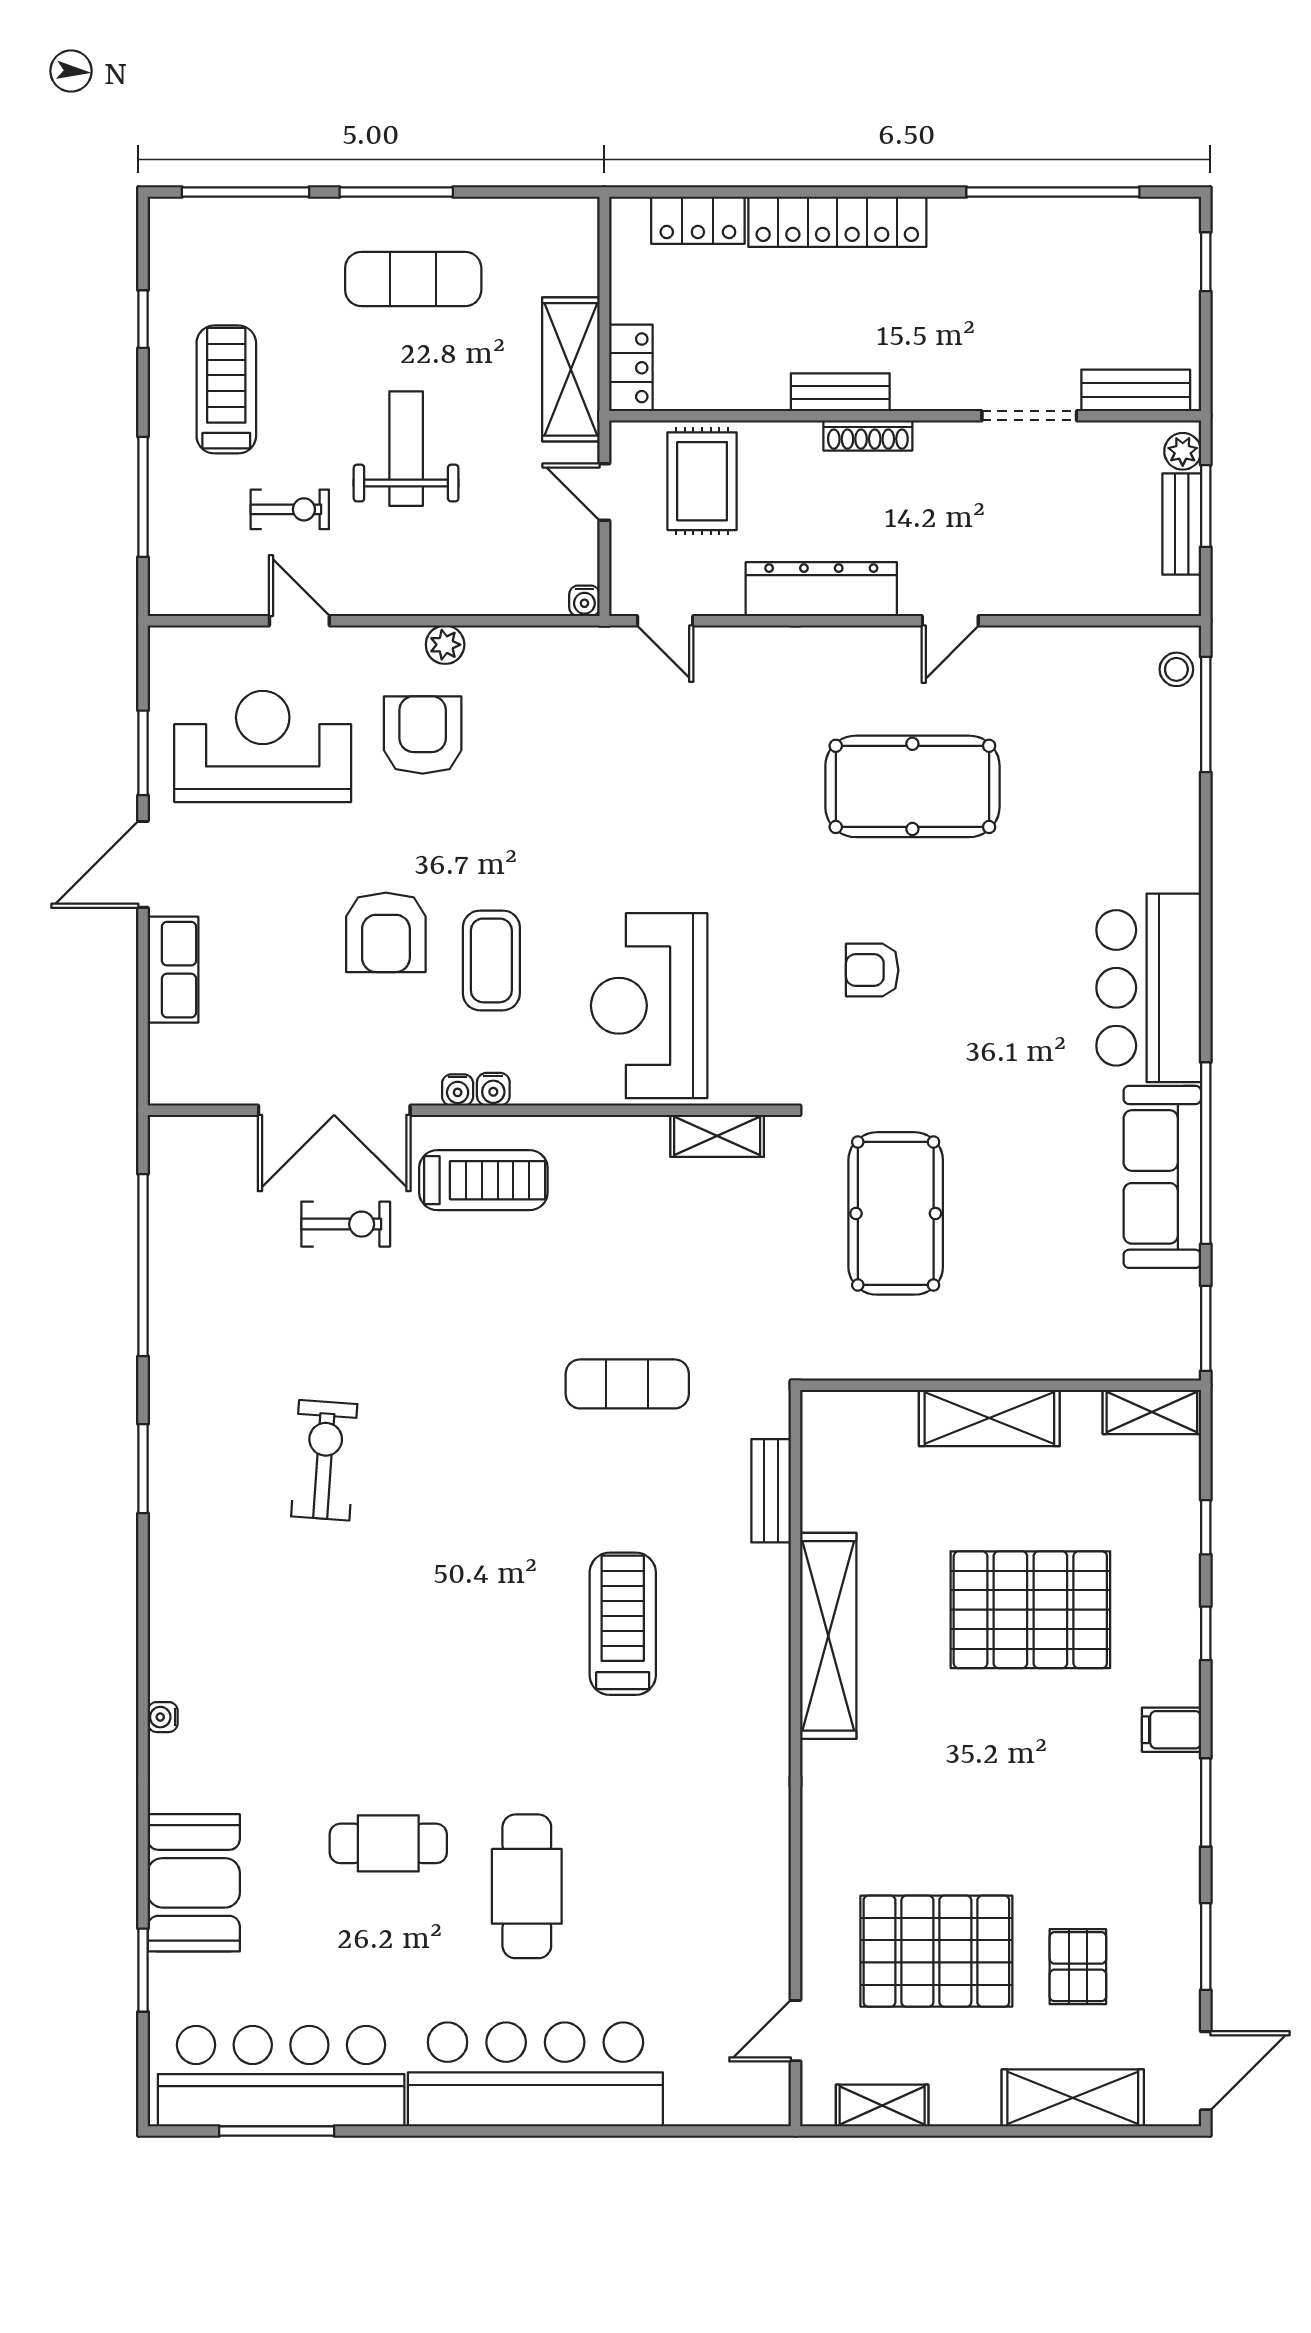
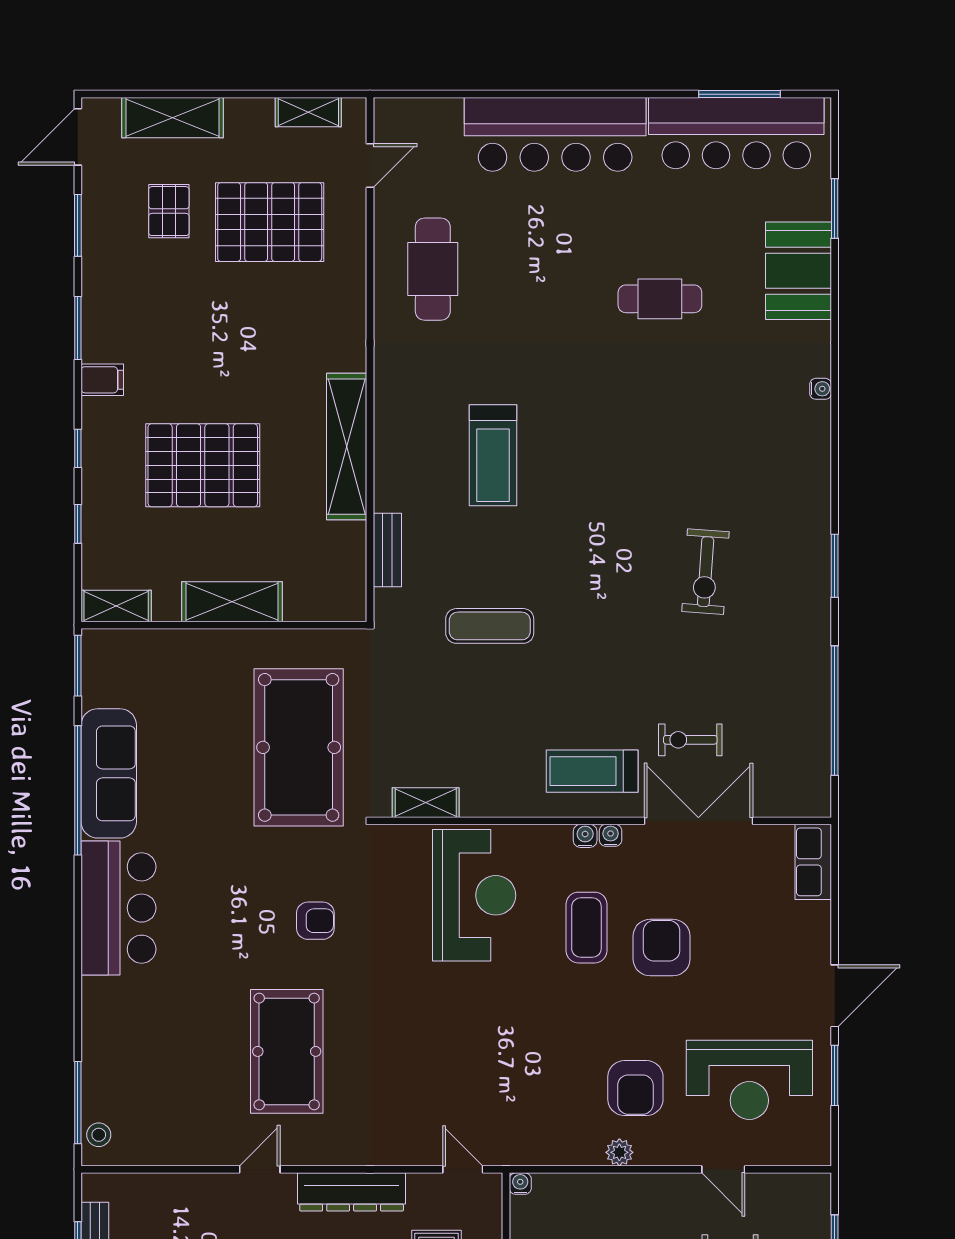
pool table: (912, 786) -> (287, 1051), turned 90
row of seats: (173, 970) -> (813, 862), moved
pool table: (896, 1213) -> (299, 747), width x1.36, depth x1.32
cafe table: (527, 1886) -> (433, 269), moved

